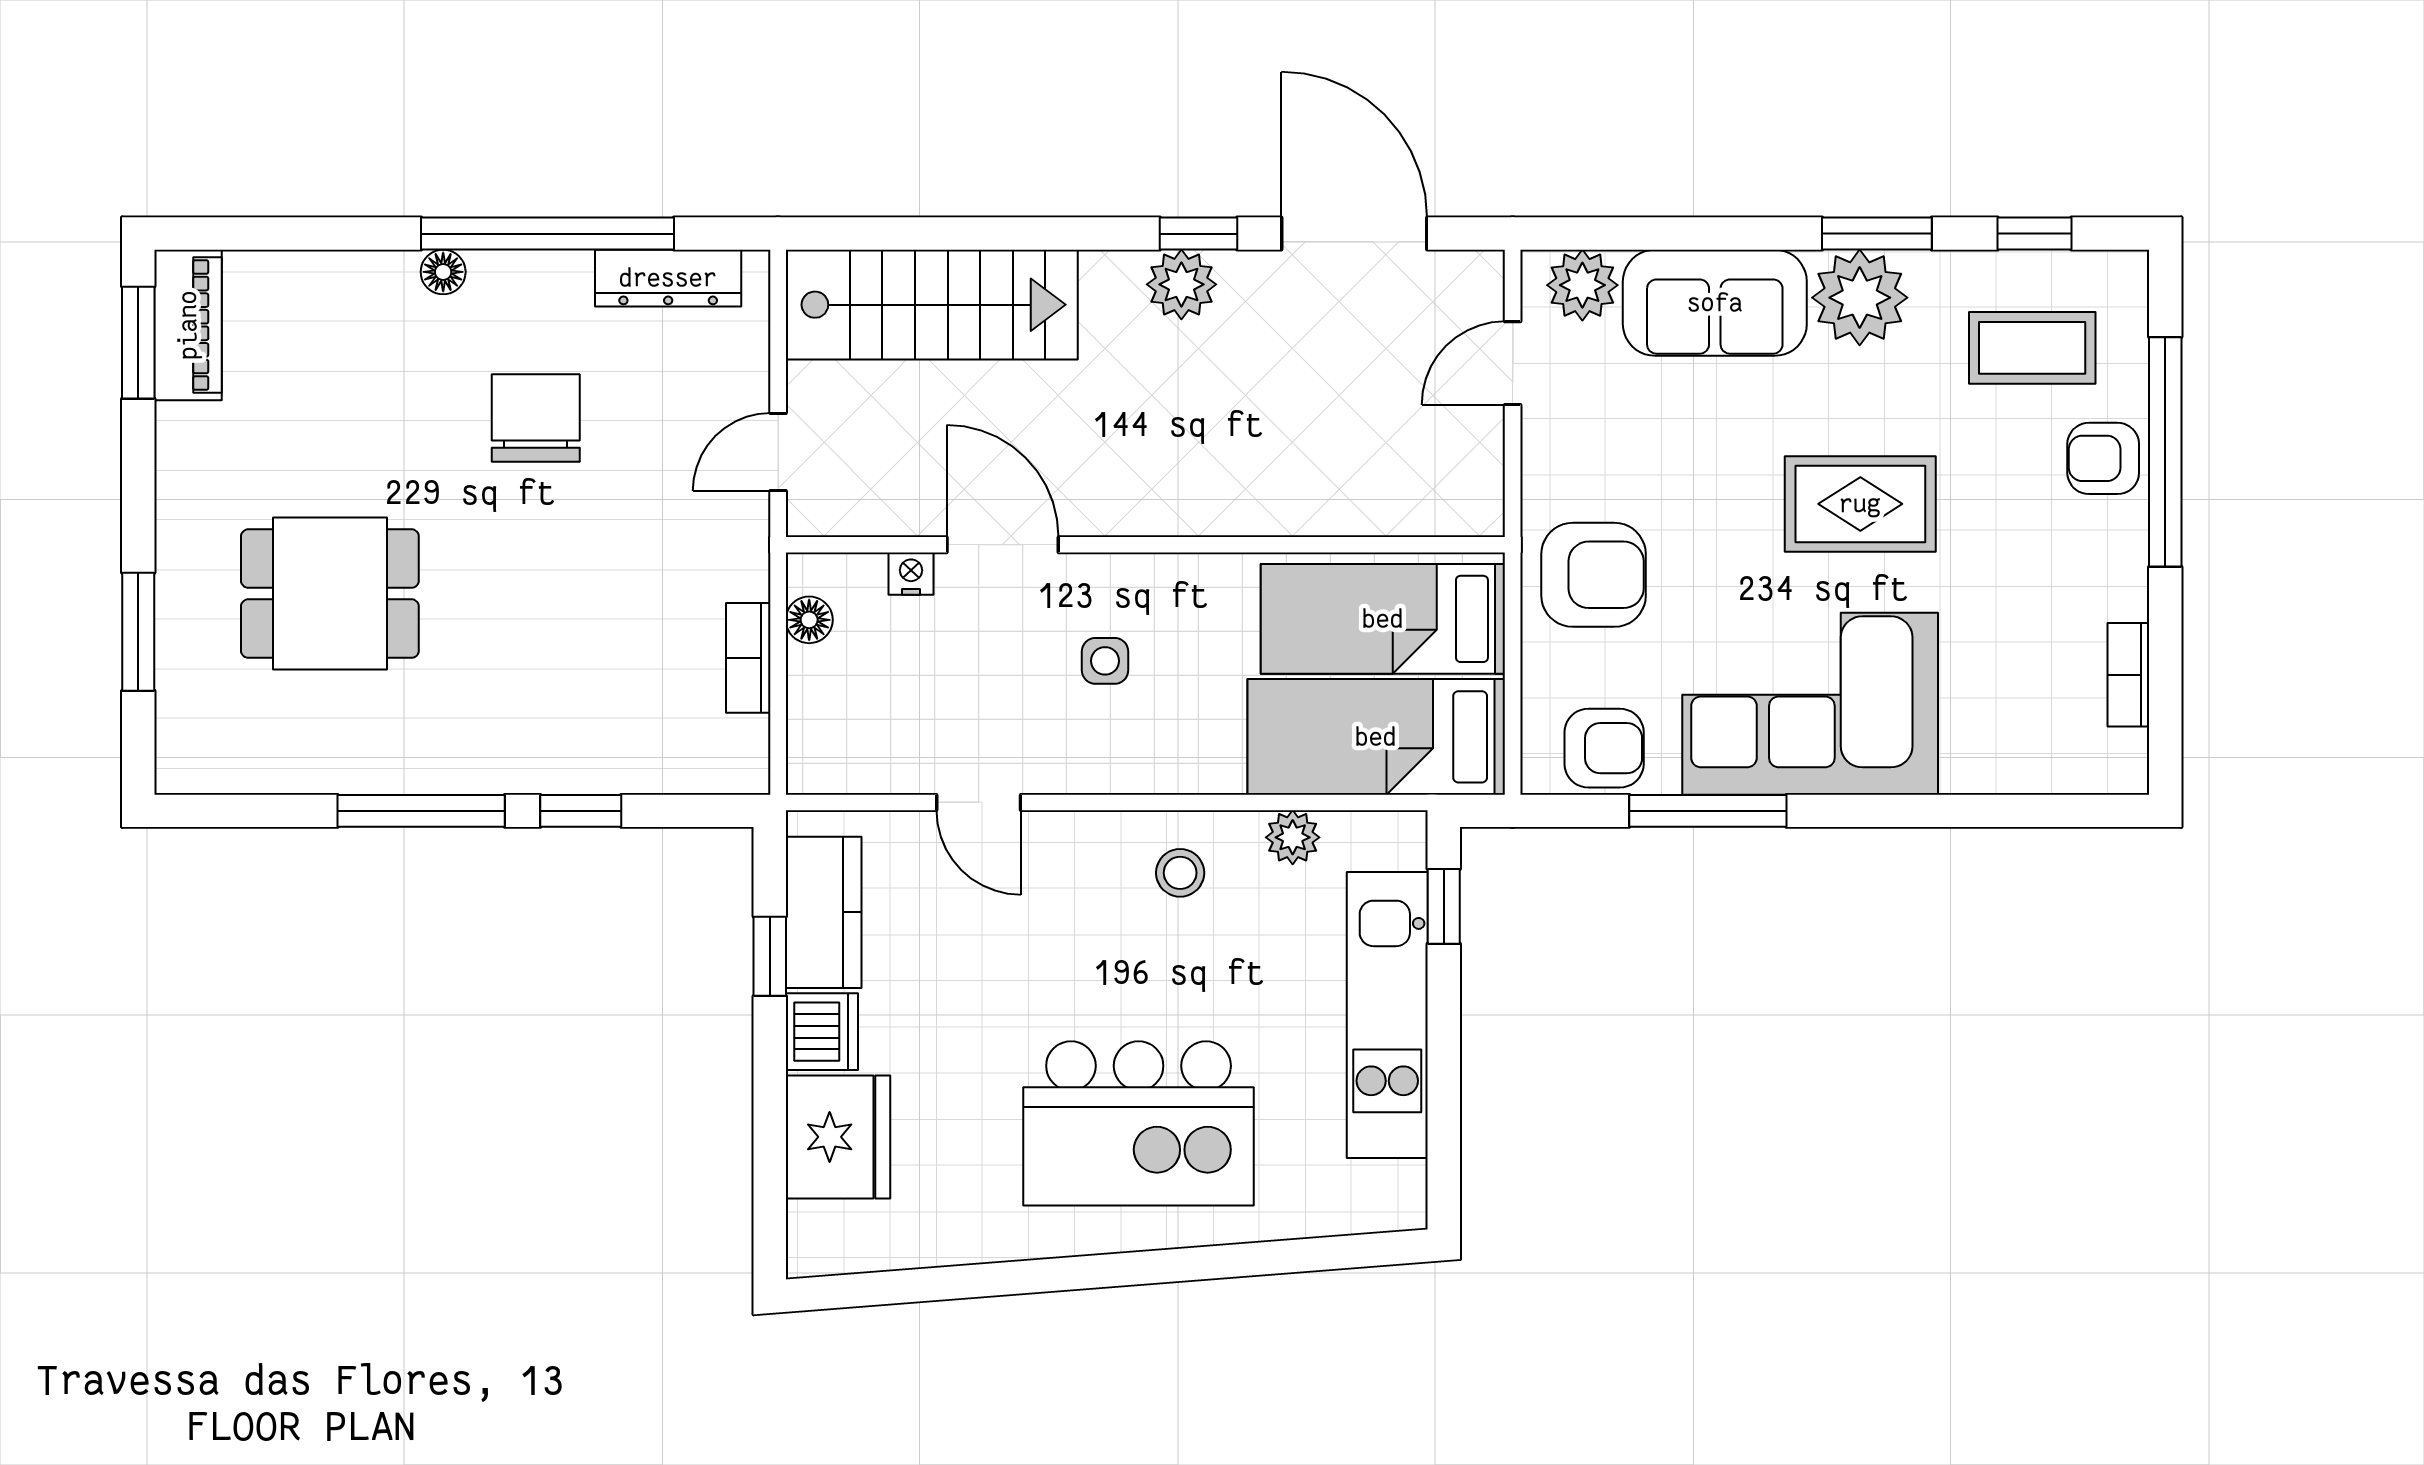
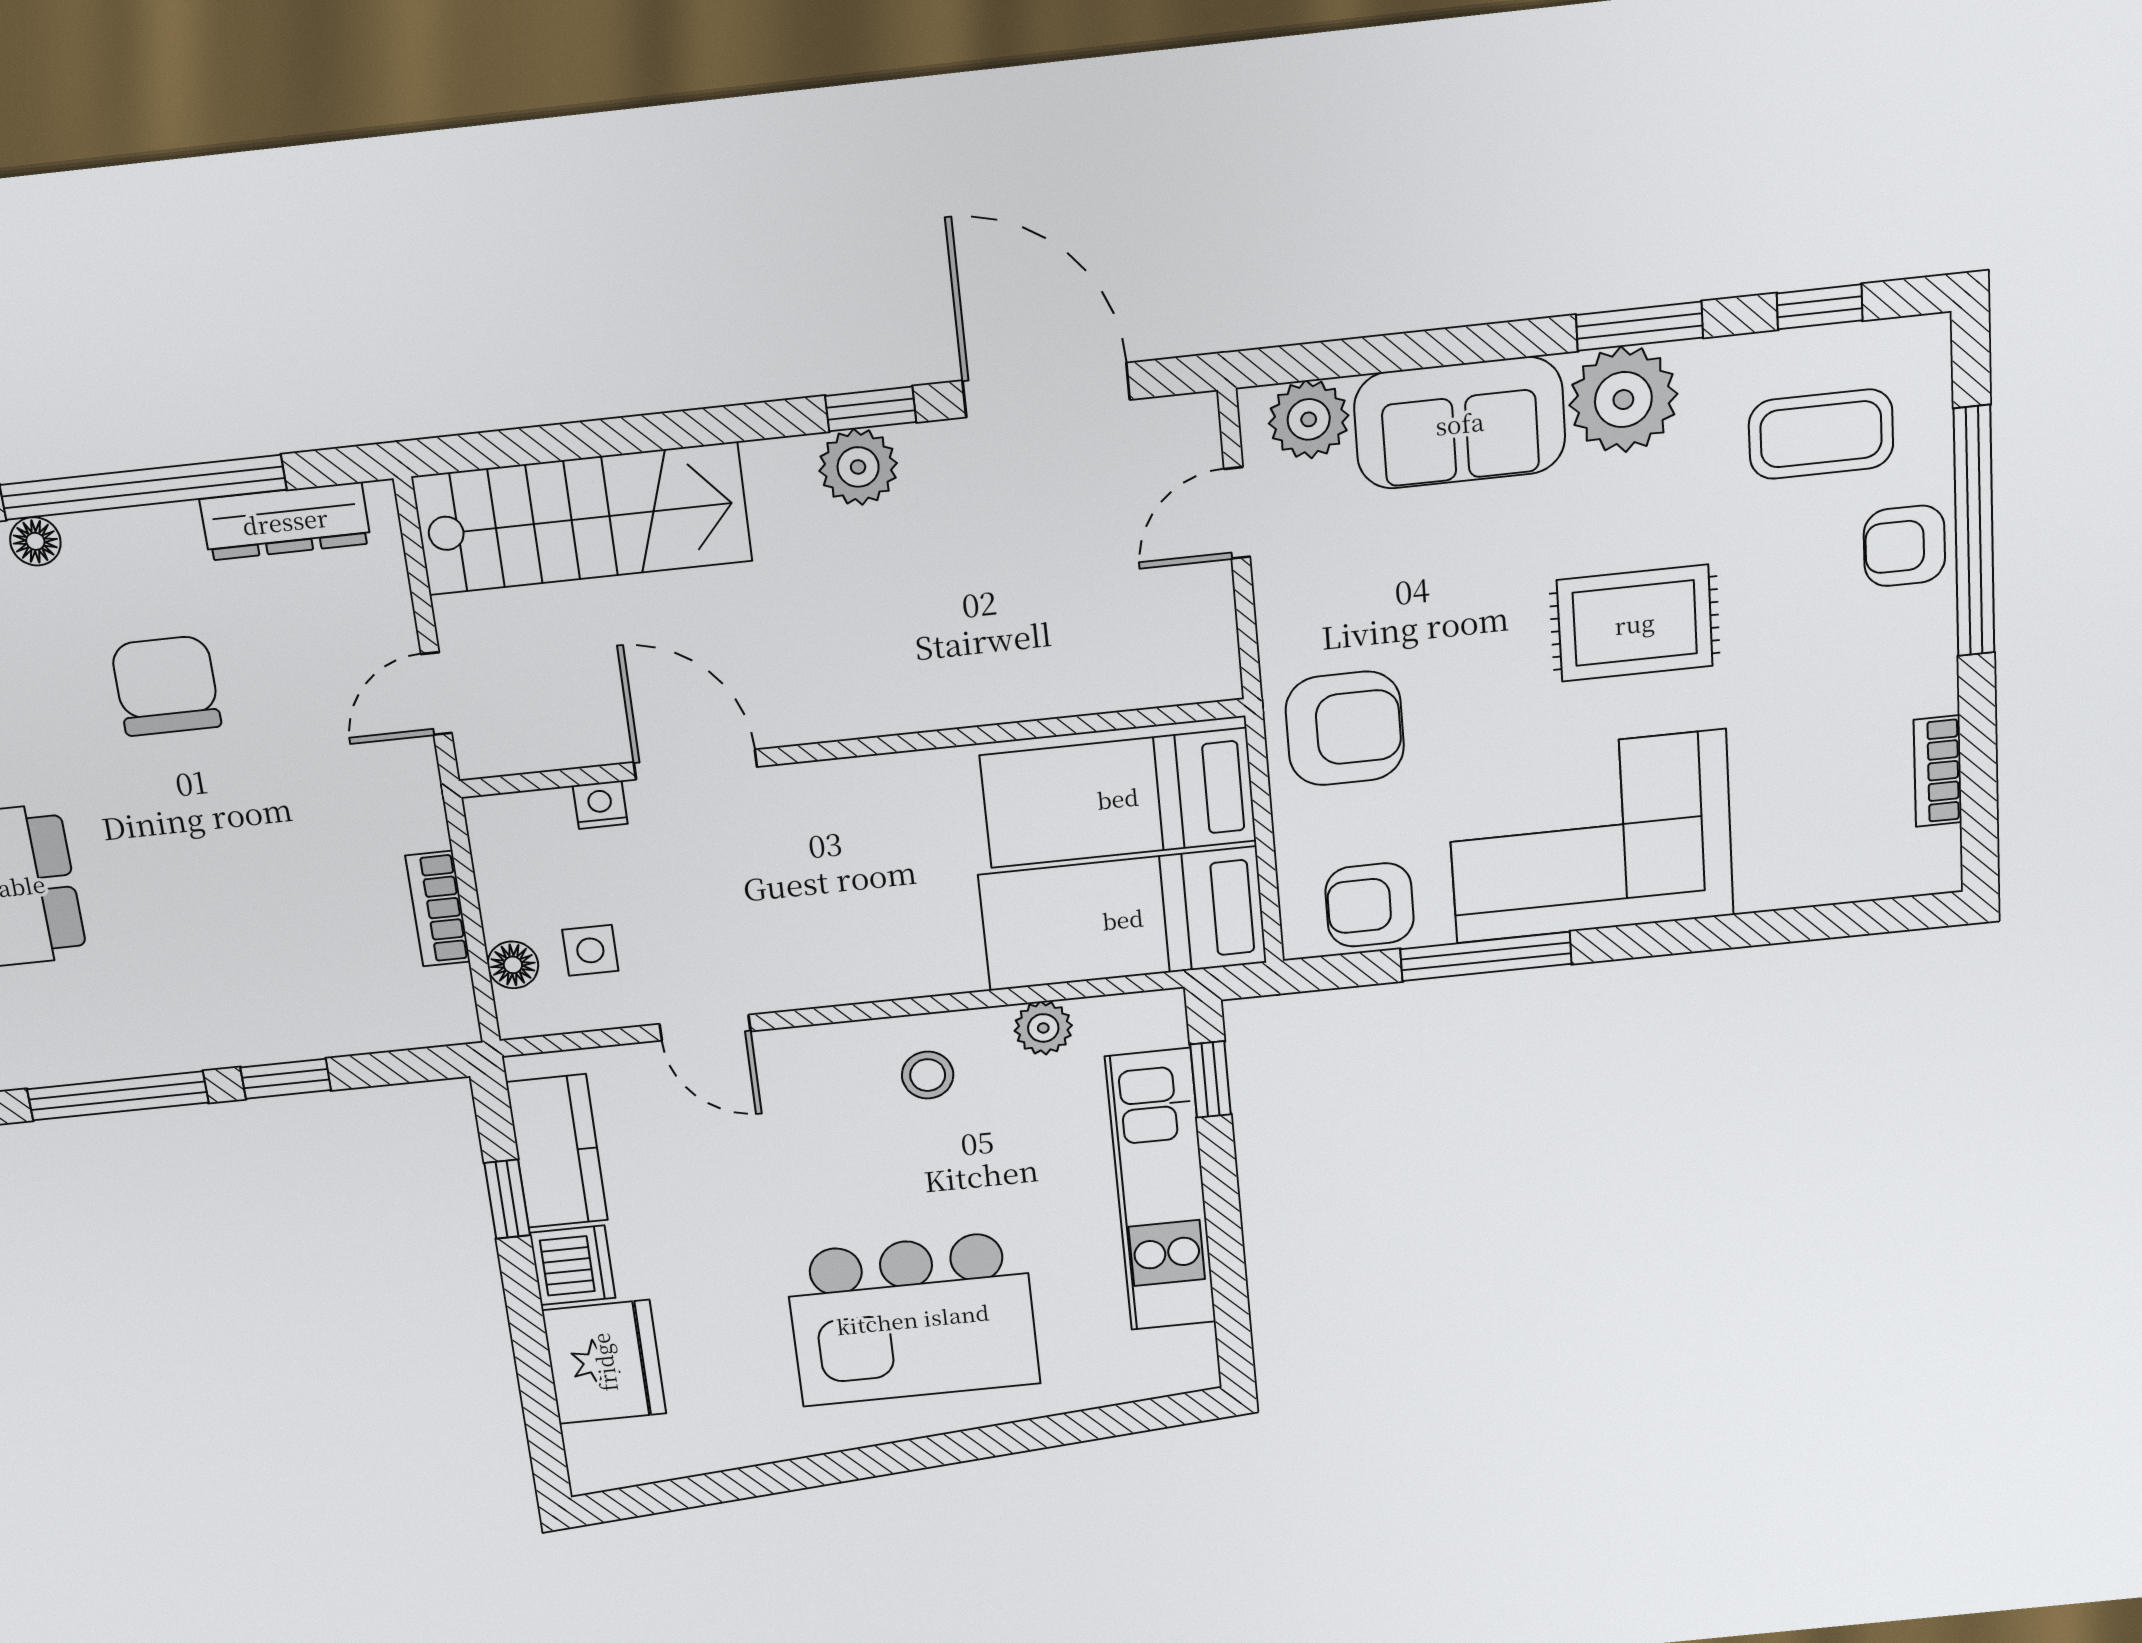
floor lamp: (809, 620) -> (513, 965), moved
side table: (1105, 661) -> (590, 950), moved
armchair: (1604, 748) -> (1370, 905), turned 180

